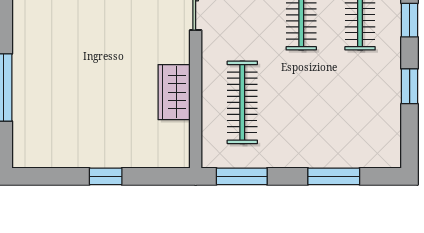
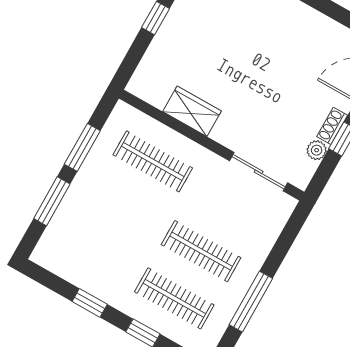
window: (242, 176) -> (82, 147), moved

